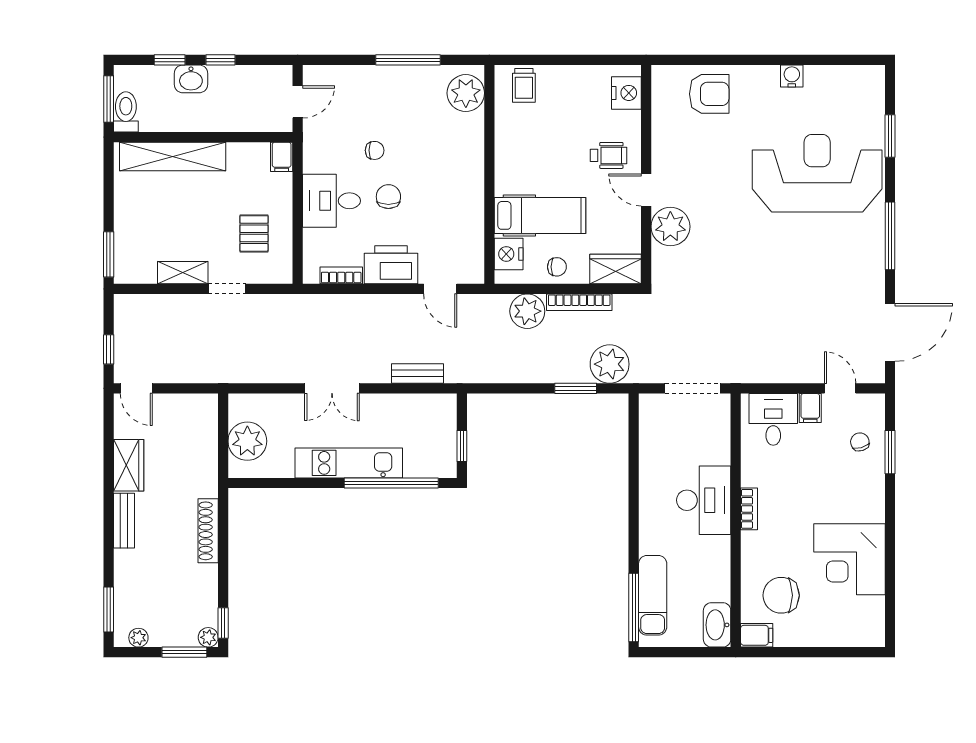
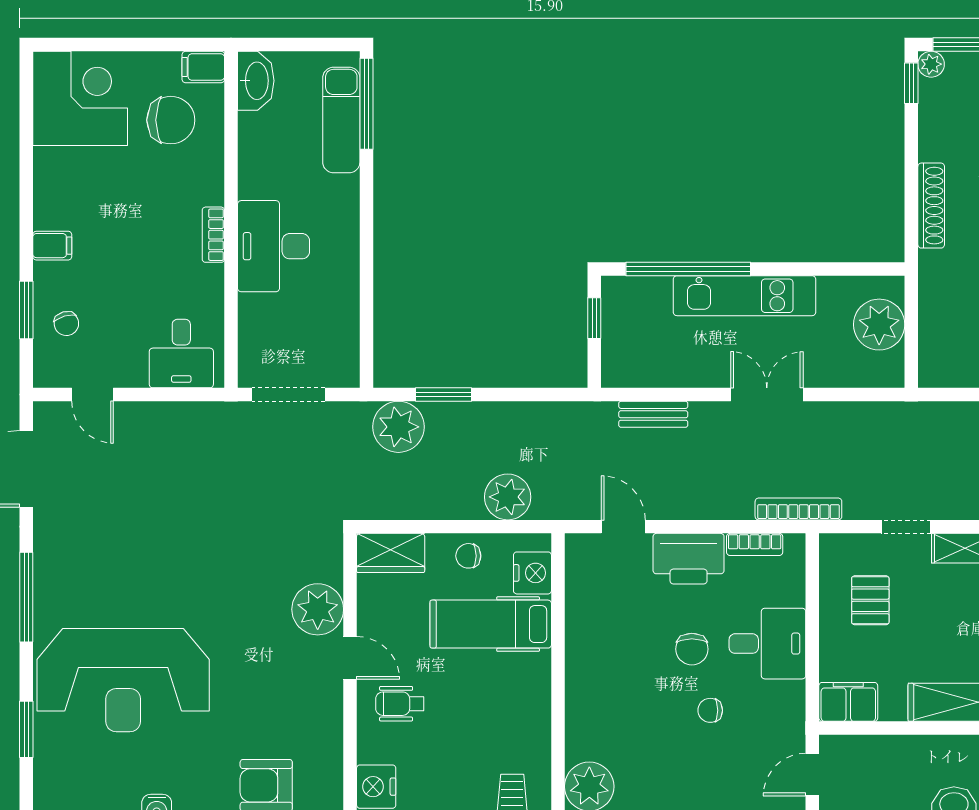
filing cabinet: (282, 157) -> (848, 702), width x2.00
bookcase: (579, 302) -> (798, 509), moved
filing cabinet: (810, 408) -> (52, 246), moved, turned 90
corner desk: (849, 559) -> (80, 98), moved

